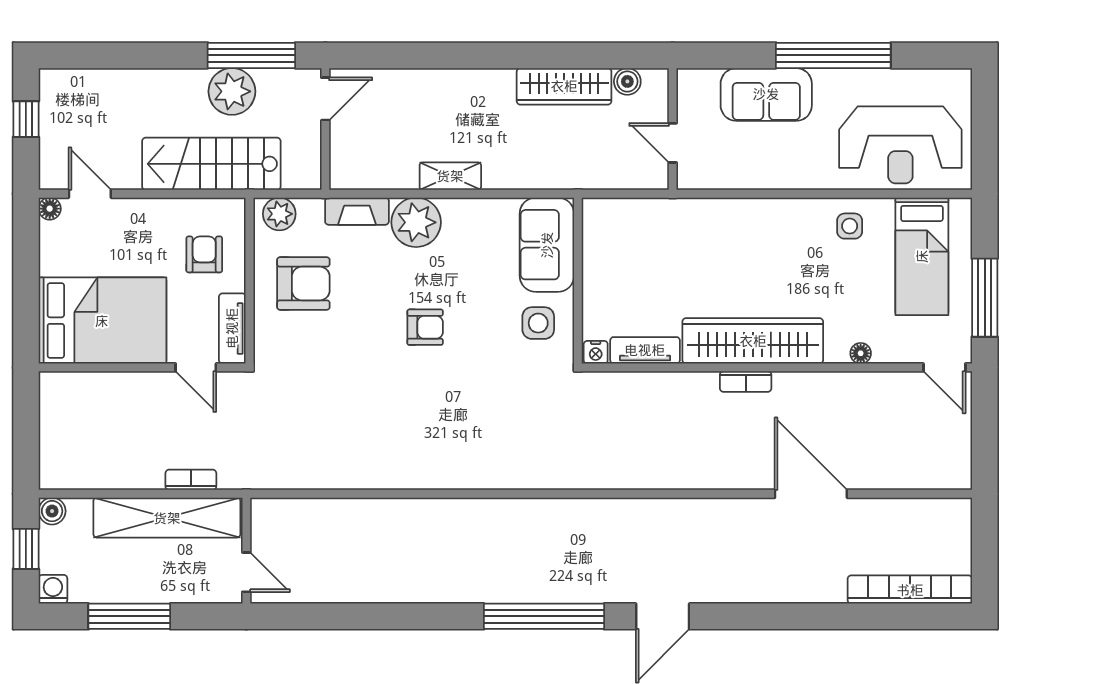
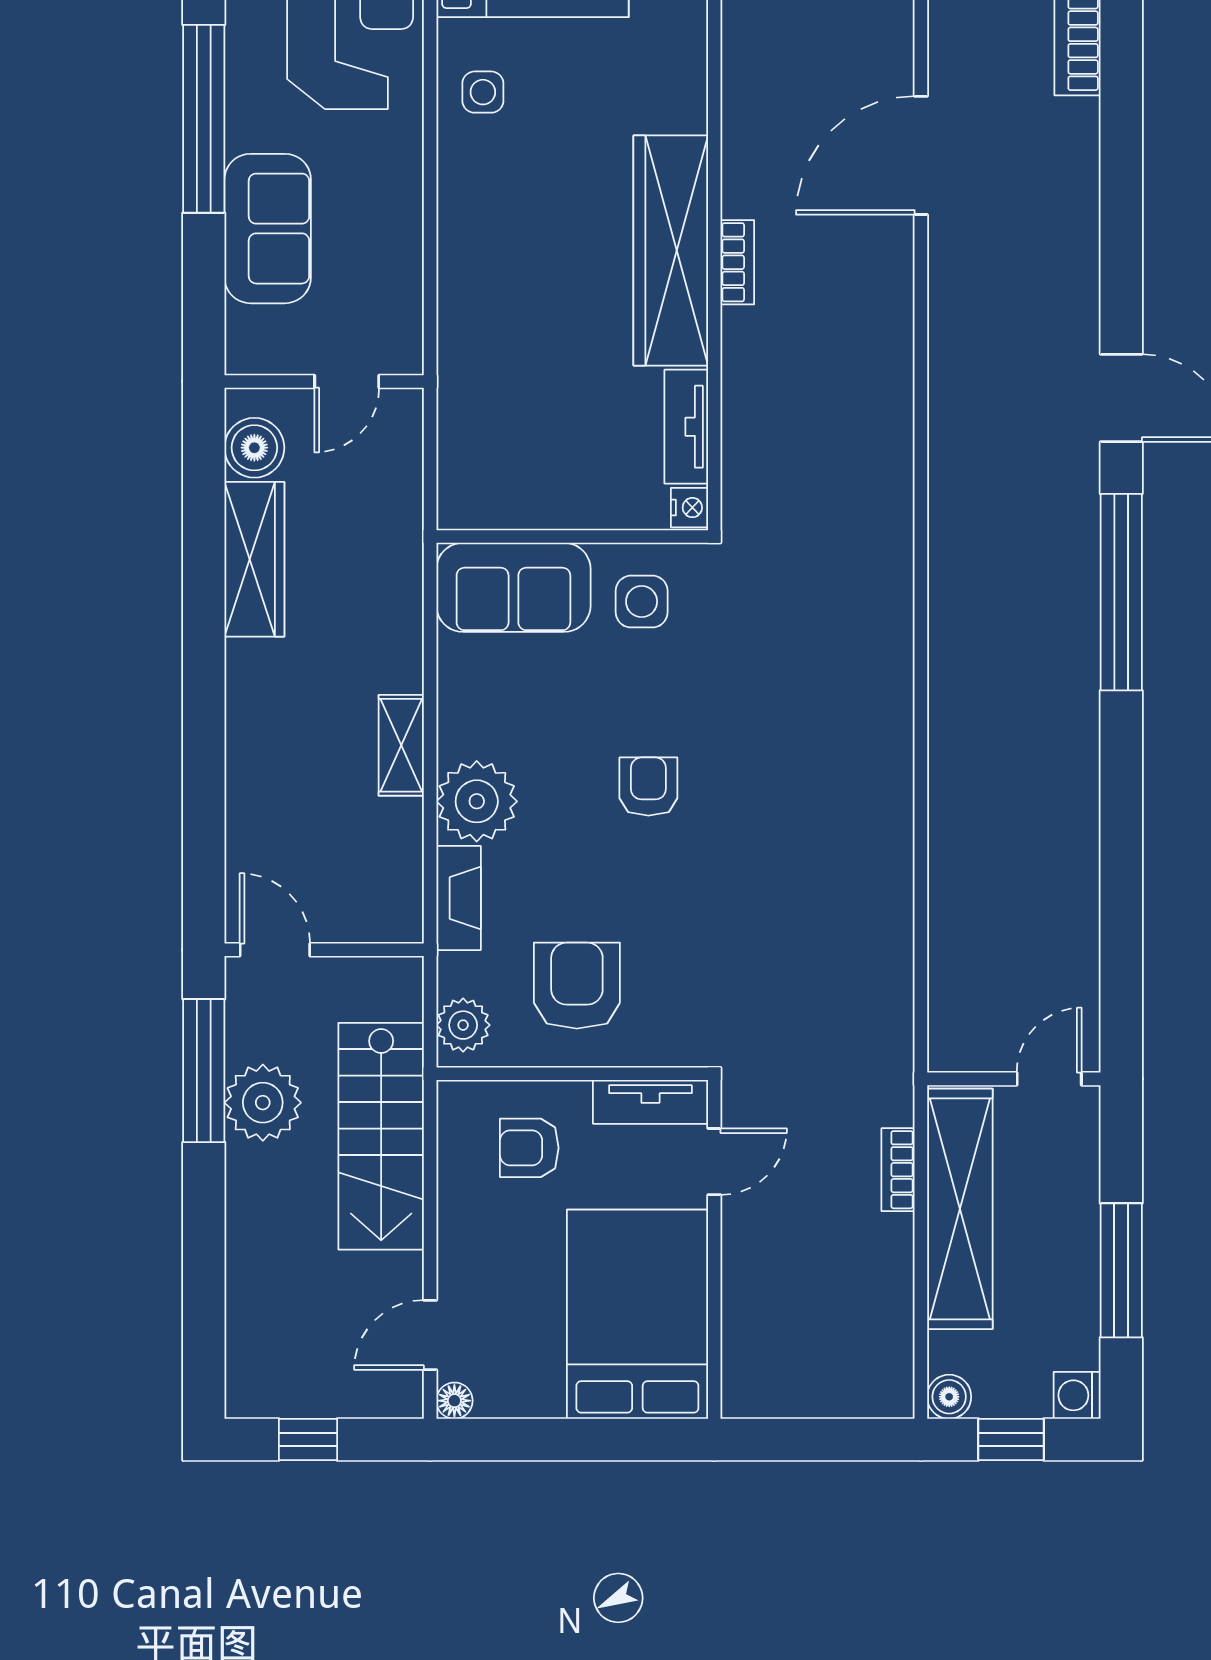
boiler: (627, 81) -> (254, 448), width x1.36, depth x1.36
floor lamp: (861, 353) -> (691, 74), removed

